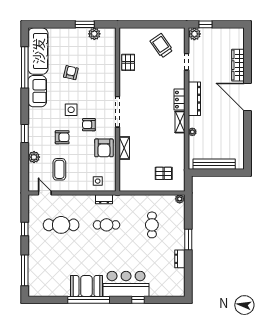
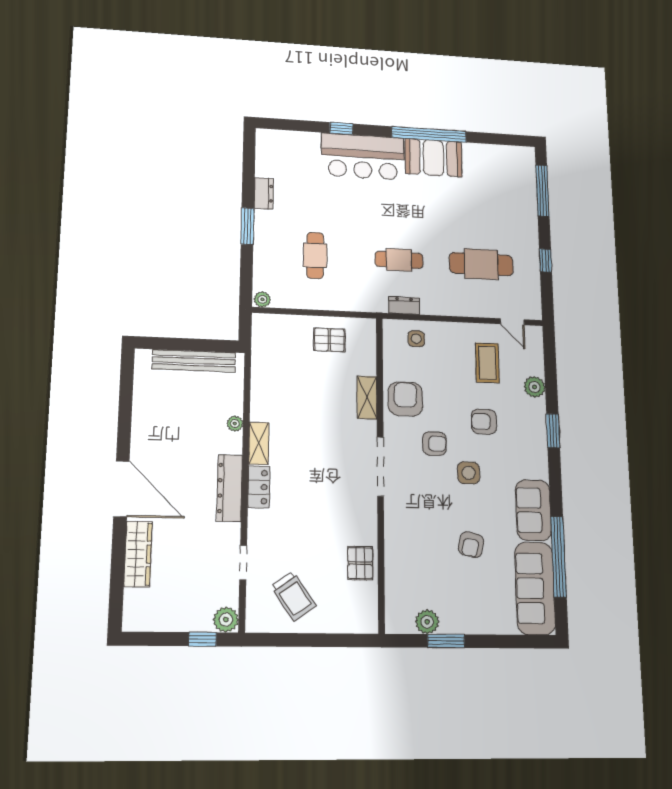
pallet: (164, 173) -> (329, 340), moved

